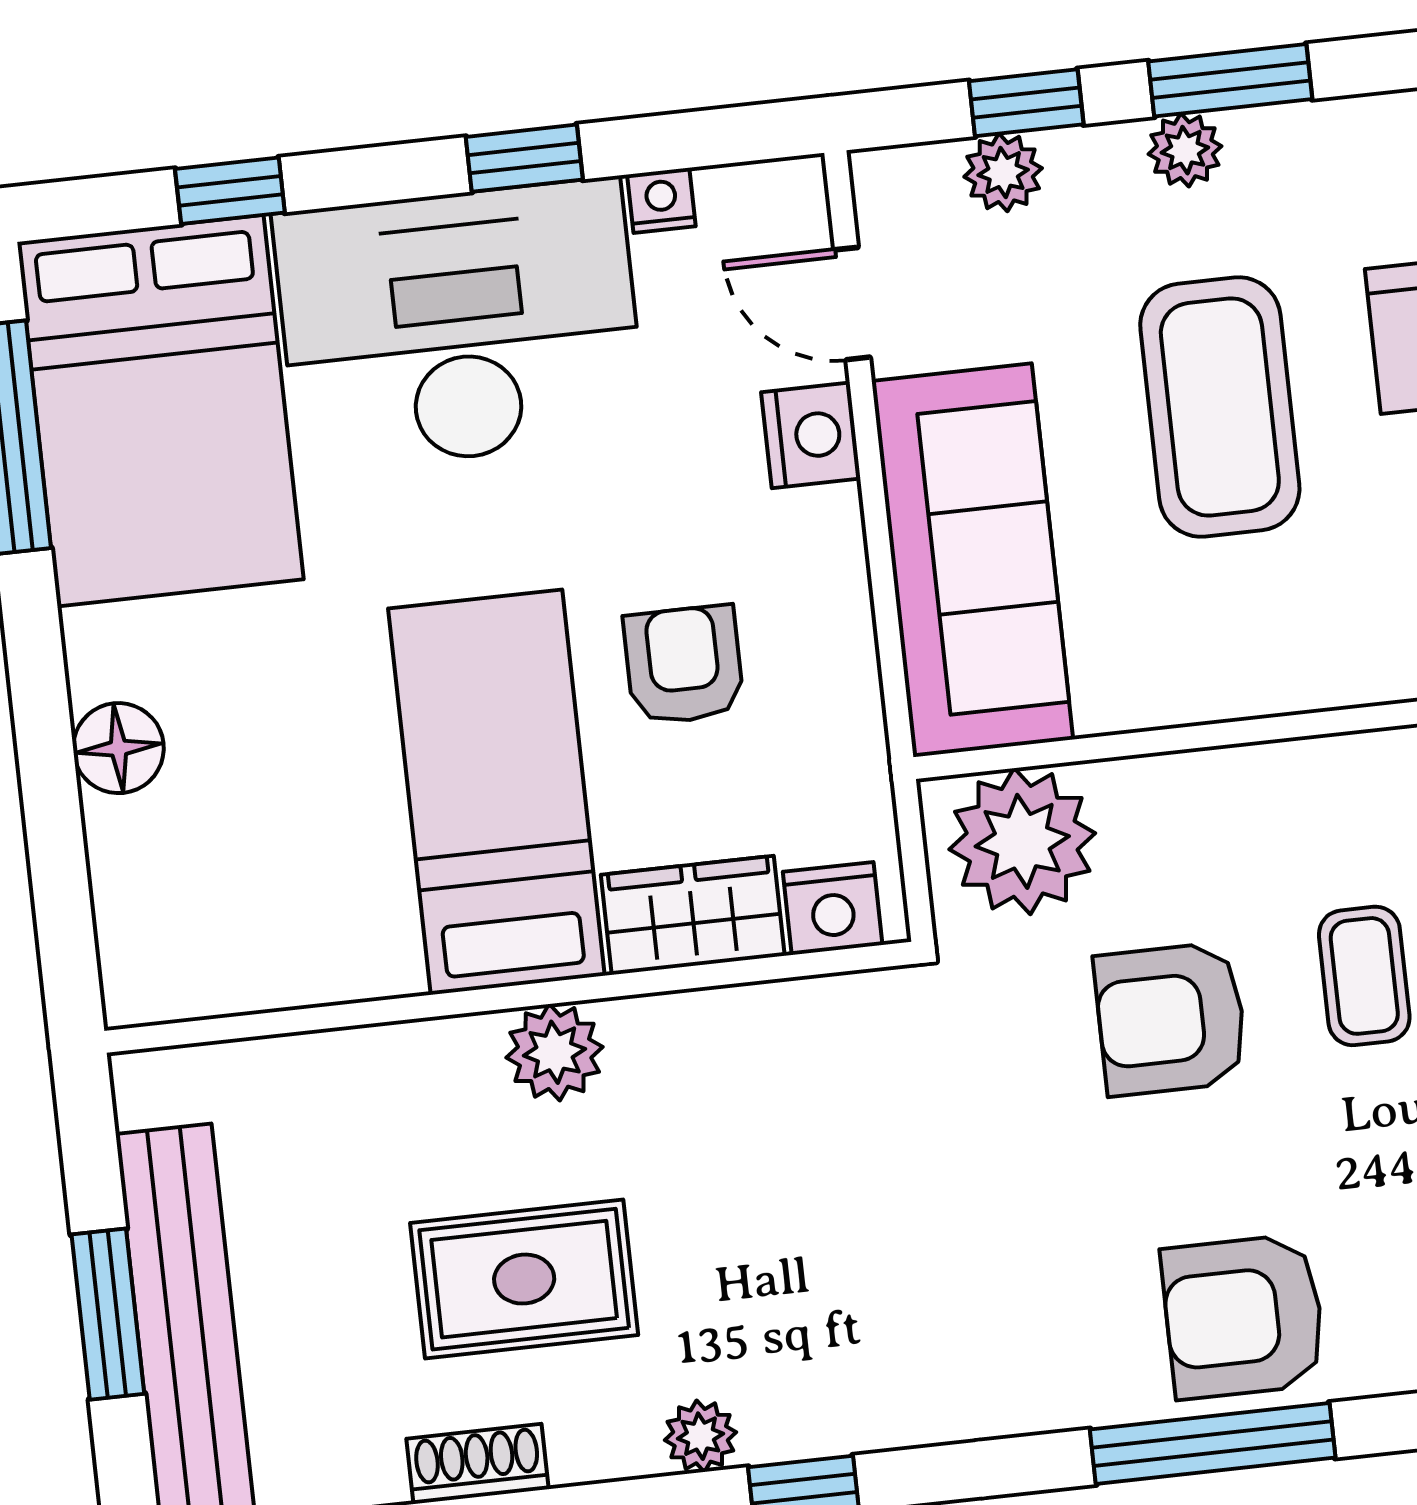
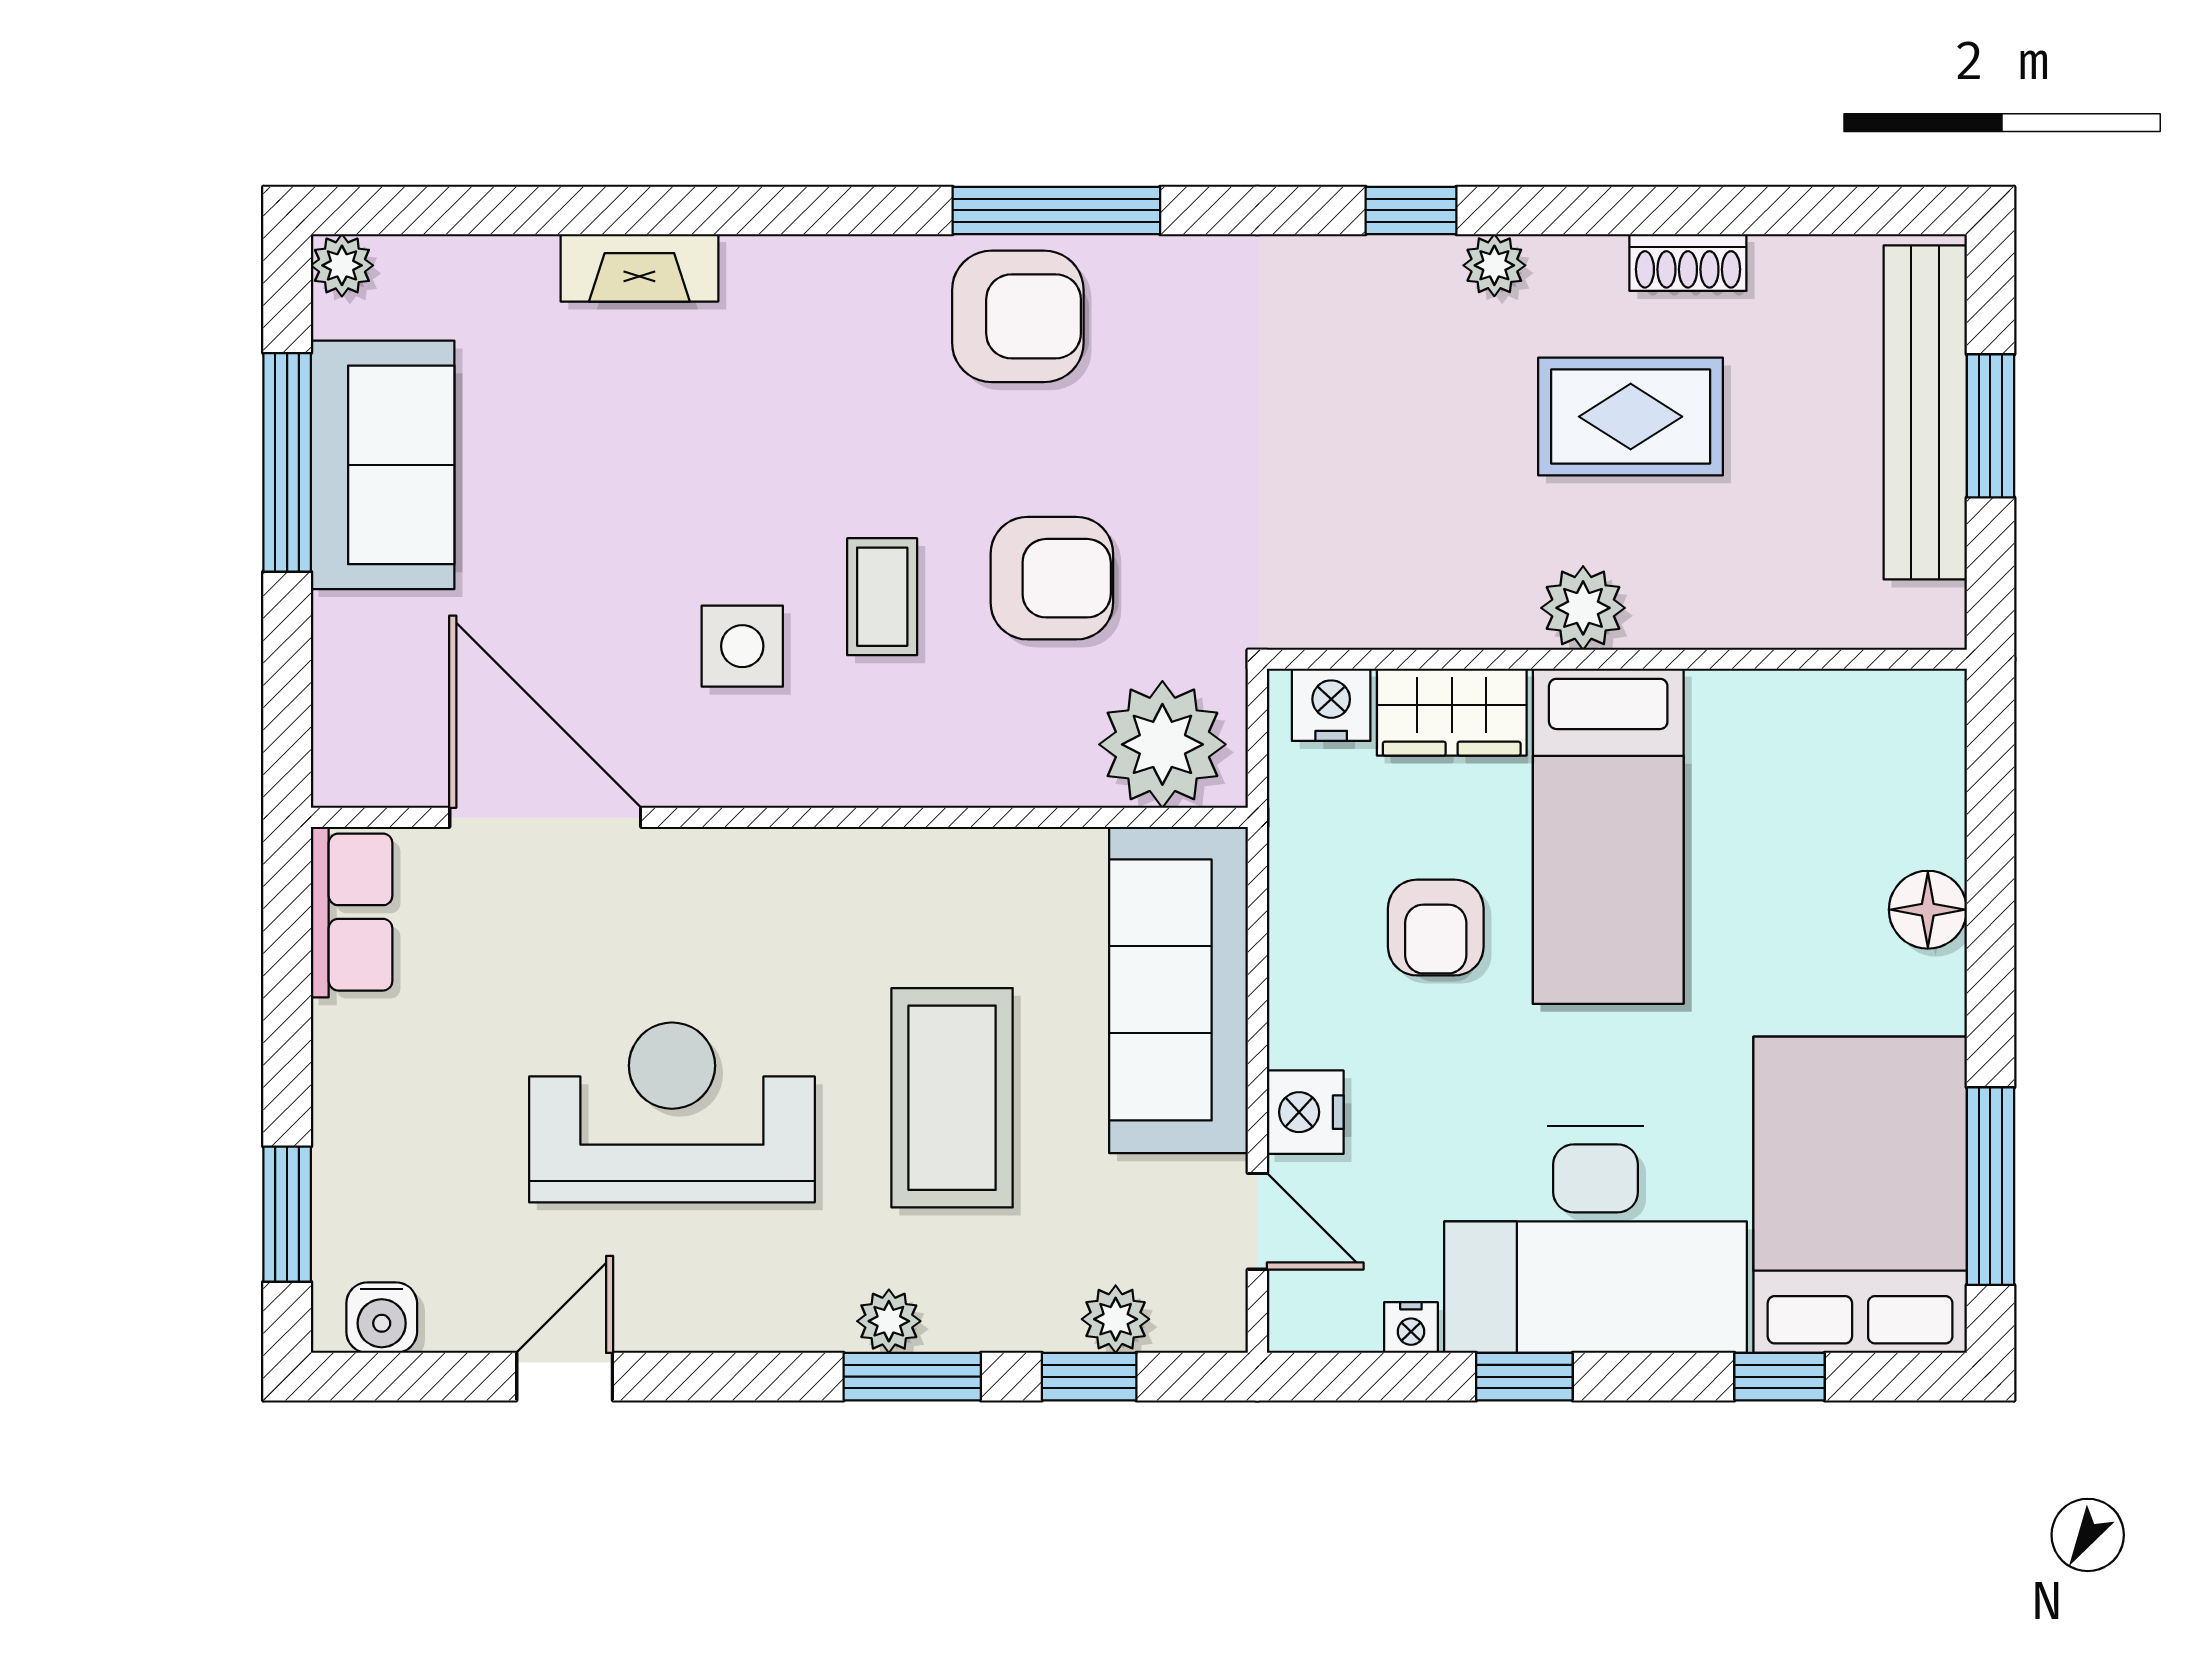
plant: (1185, 150) -> (889, 1321), moved

